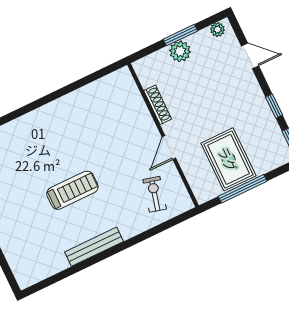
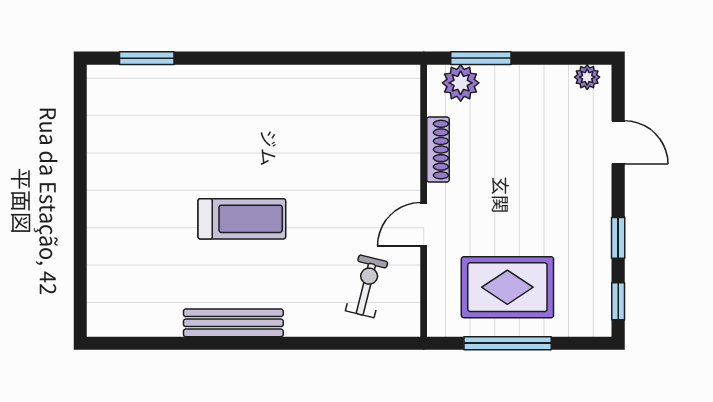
window: (180, 35) -> (481, 58), moved
plant: (180, 51) -> (461, 83), moved
rug: (228, 159) -> (507, 287), turned 90

